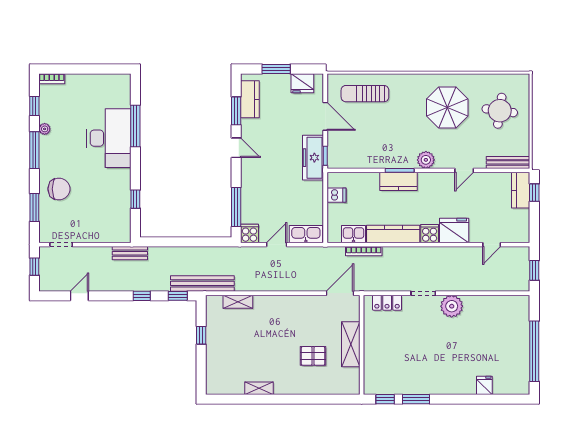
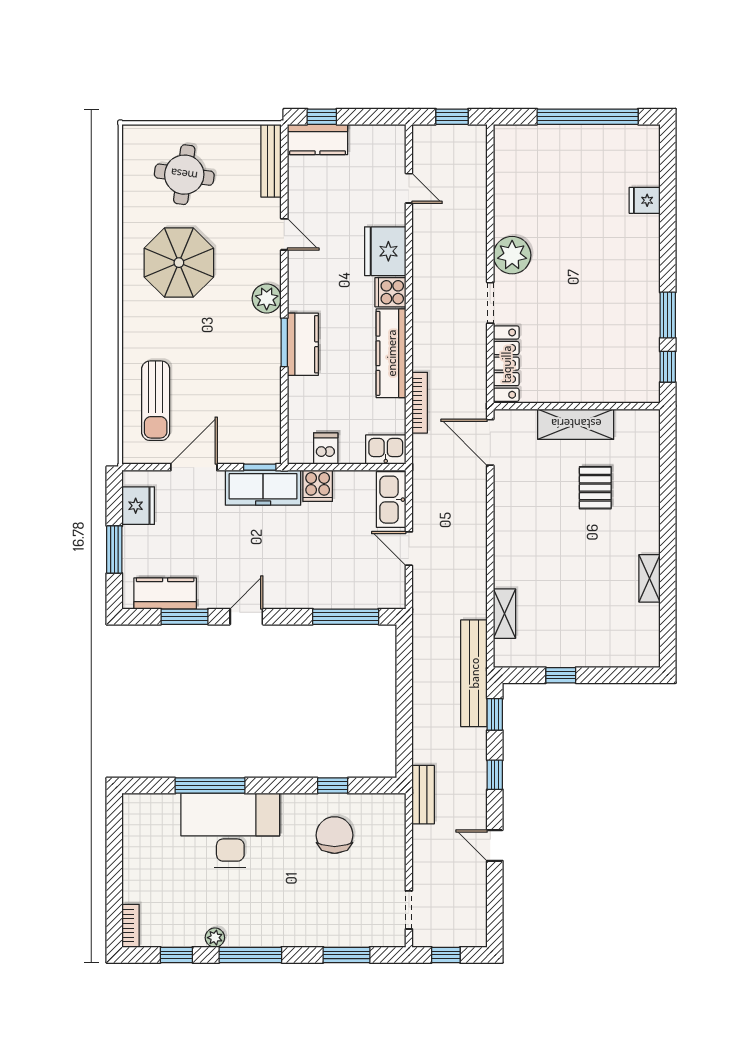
chair: (59, 189) -> (335, 835), moved
cooker: (249, 233) -> (318, 486), moved, turned -90
kitchen sink: (354, 234) -> (386, 450), moved, turned 90
door: (79, 296) -> (495, 845), moved
locker: (387, 303) -> (506, 364), width x1.53

